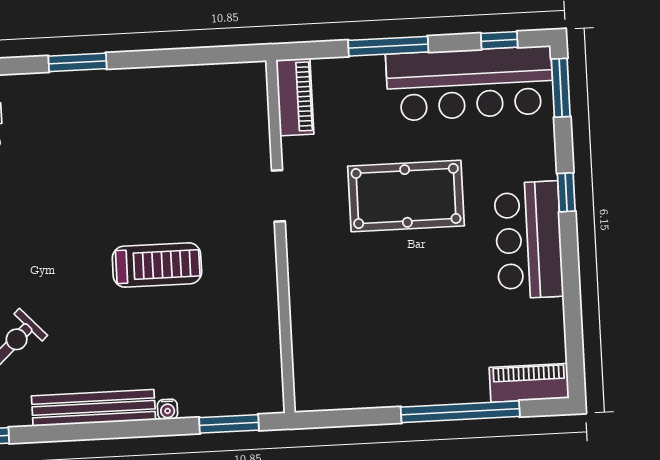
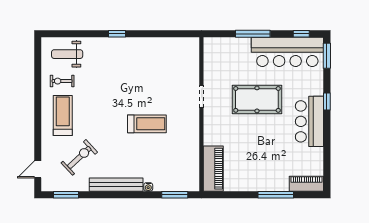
window: (77, 62) -> (117, 34), width x0.67
piano: (295, 97) -> (213, 169), moved, width x1.37, depth x1.33
window: (460, 412) -> (276, 195), width x0.68

